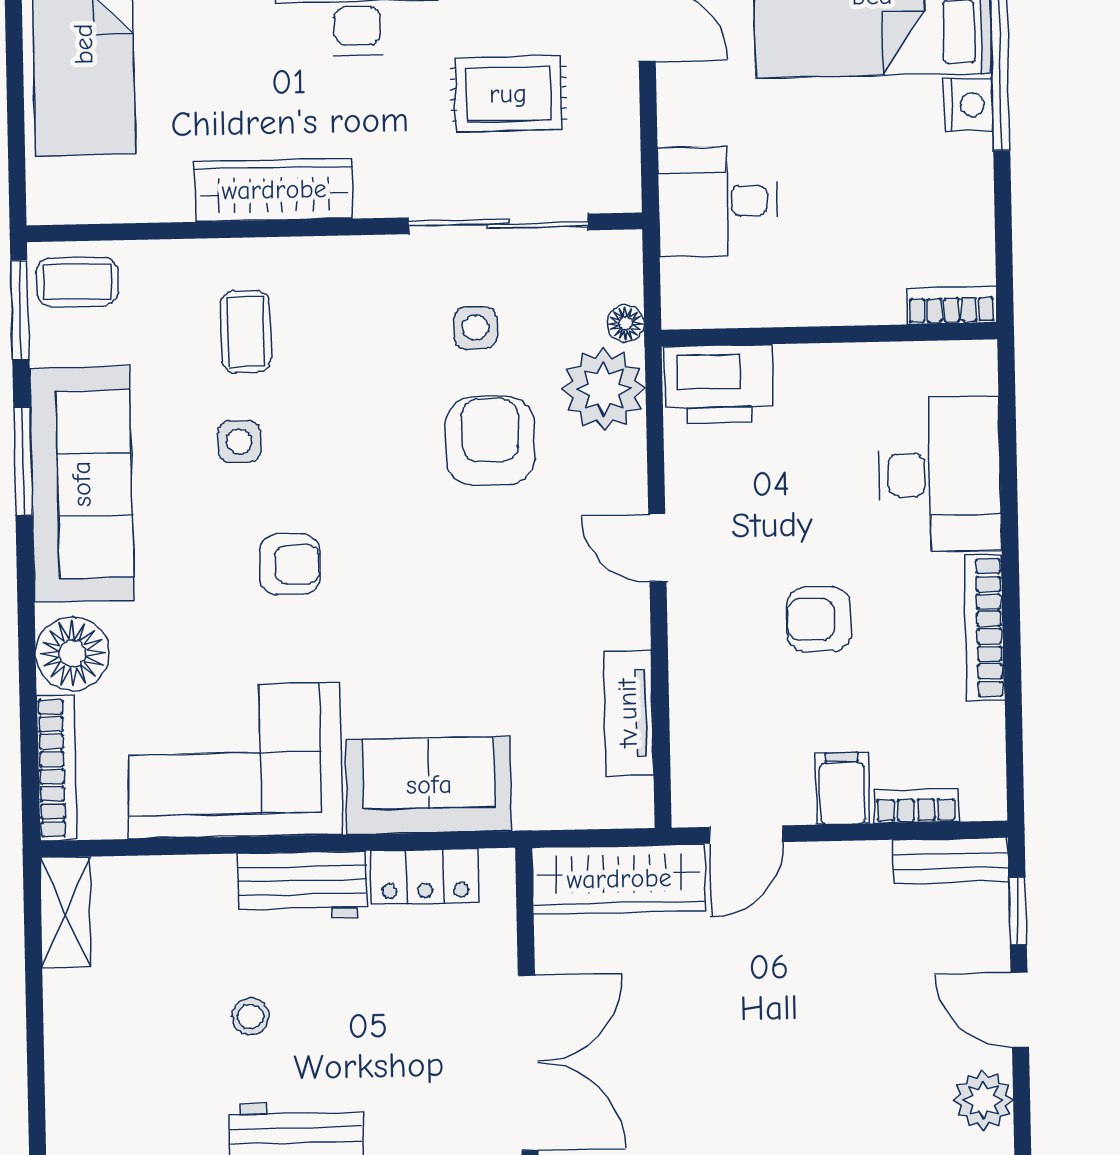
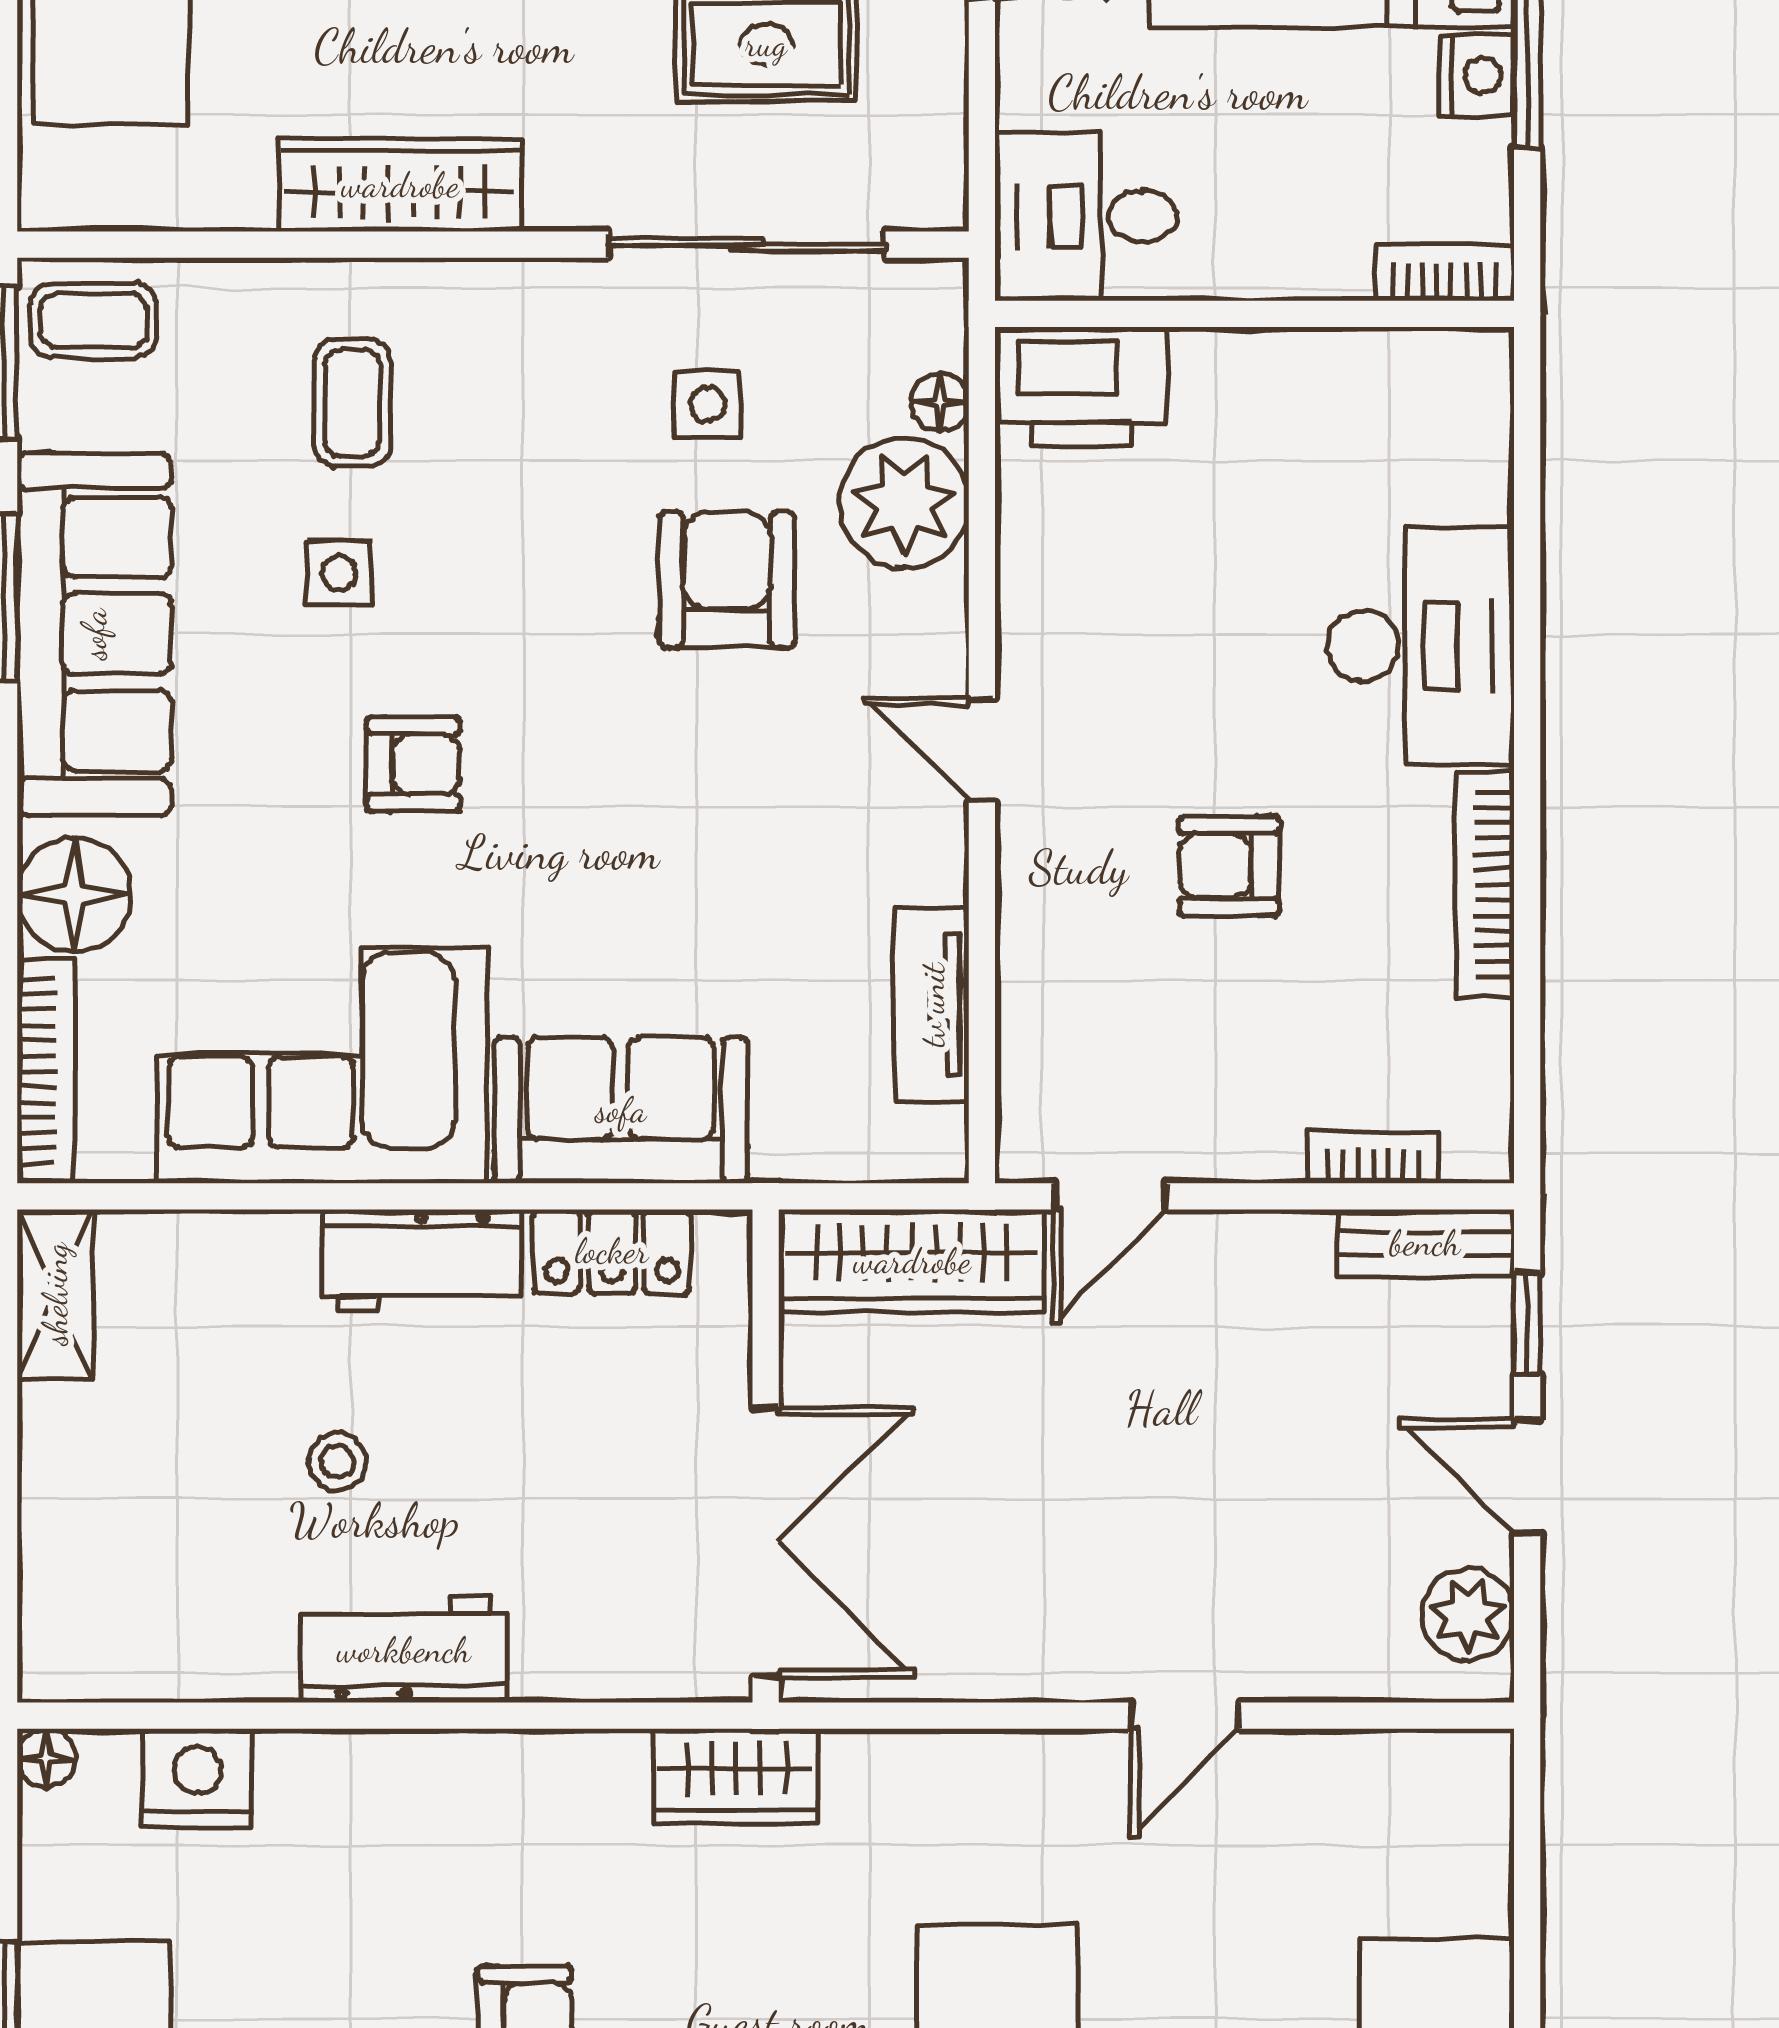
bookcase: (952, 306) -> (1445, 273), moved
wall: (829, 335) -> (1255, 314), moved
printer: (719, 384) -> (1082, 387), moved
filing cabinet: (842, 788) -> (1260, 1128), removed

